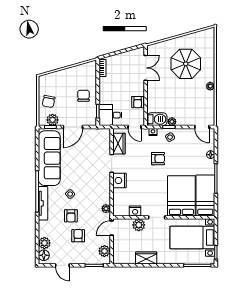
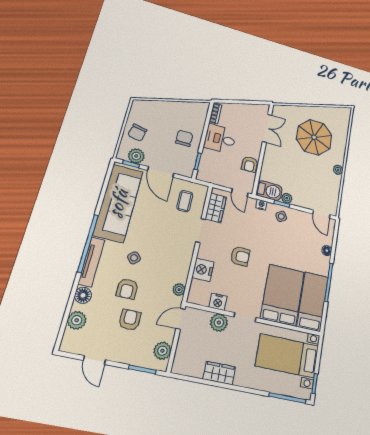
desk: (110, 115) -> (220, 139), moved
door: (73, 127) -> (161, 172), hinge flipped
coffee table: (95, 144) -> (185, 201), added
armchair: (158, 159) -> (240, 256), moved
nightstand: (119, 180) -> (203, 270), moved
floor lamp: (44, 255) -> (83, 295), moved

